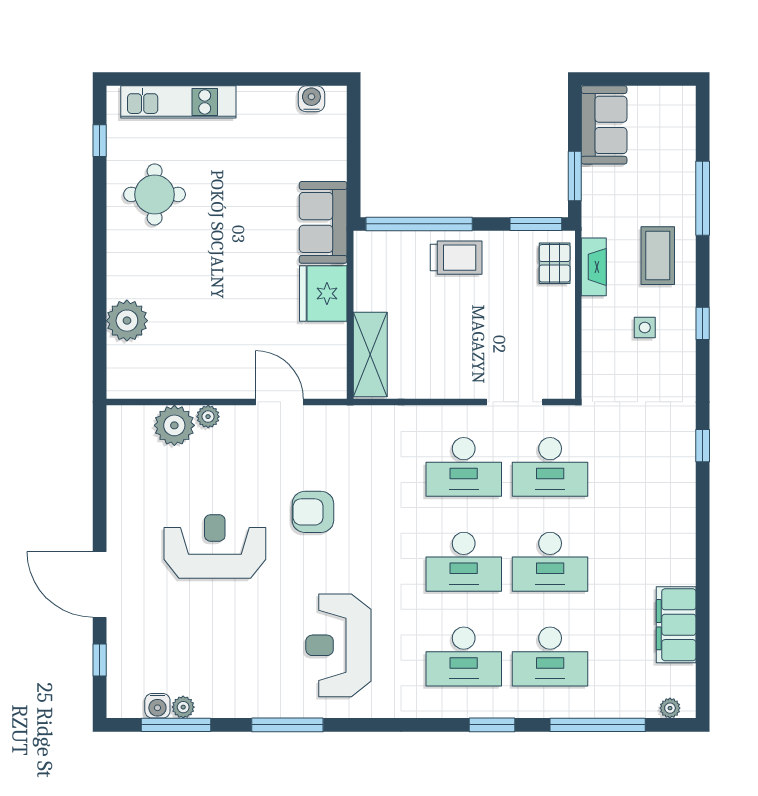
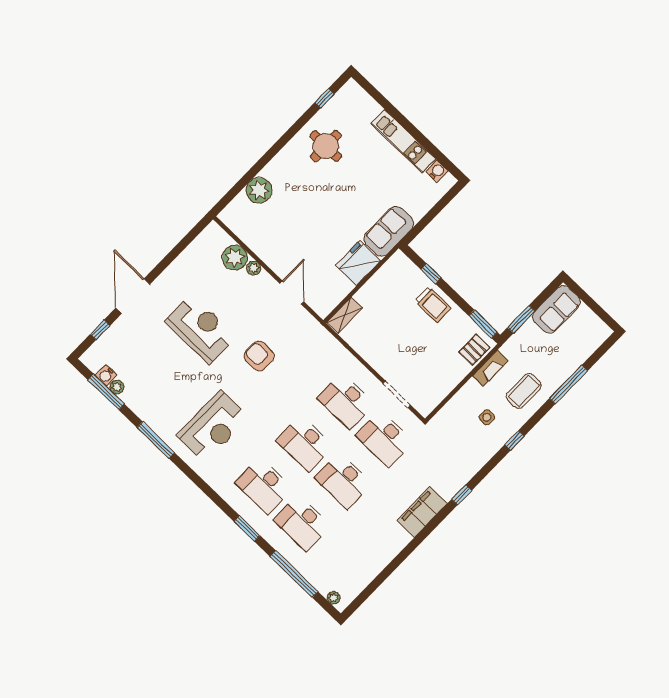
kitchen unit: (178, 102) -> (403, 141), moved
window: (419, 224) -> (431, 274), width x0.32
shelving: (370, 354) -> (345, 315), width x0.67, depth x0.75
filing cabinet: (676, 625) -> (422, 512), moved
reception desk: (338, 645) -> (213, 427), turned 180

